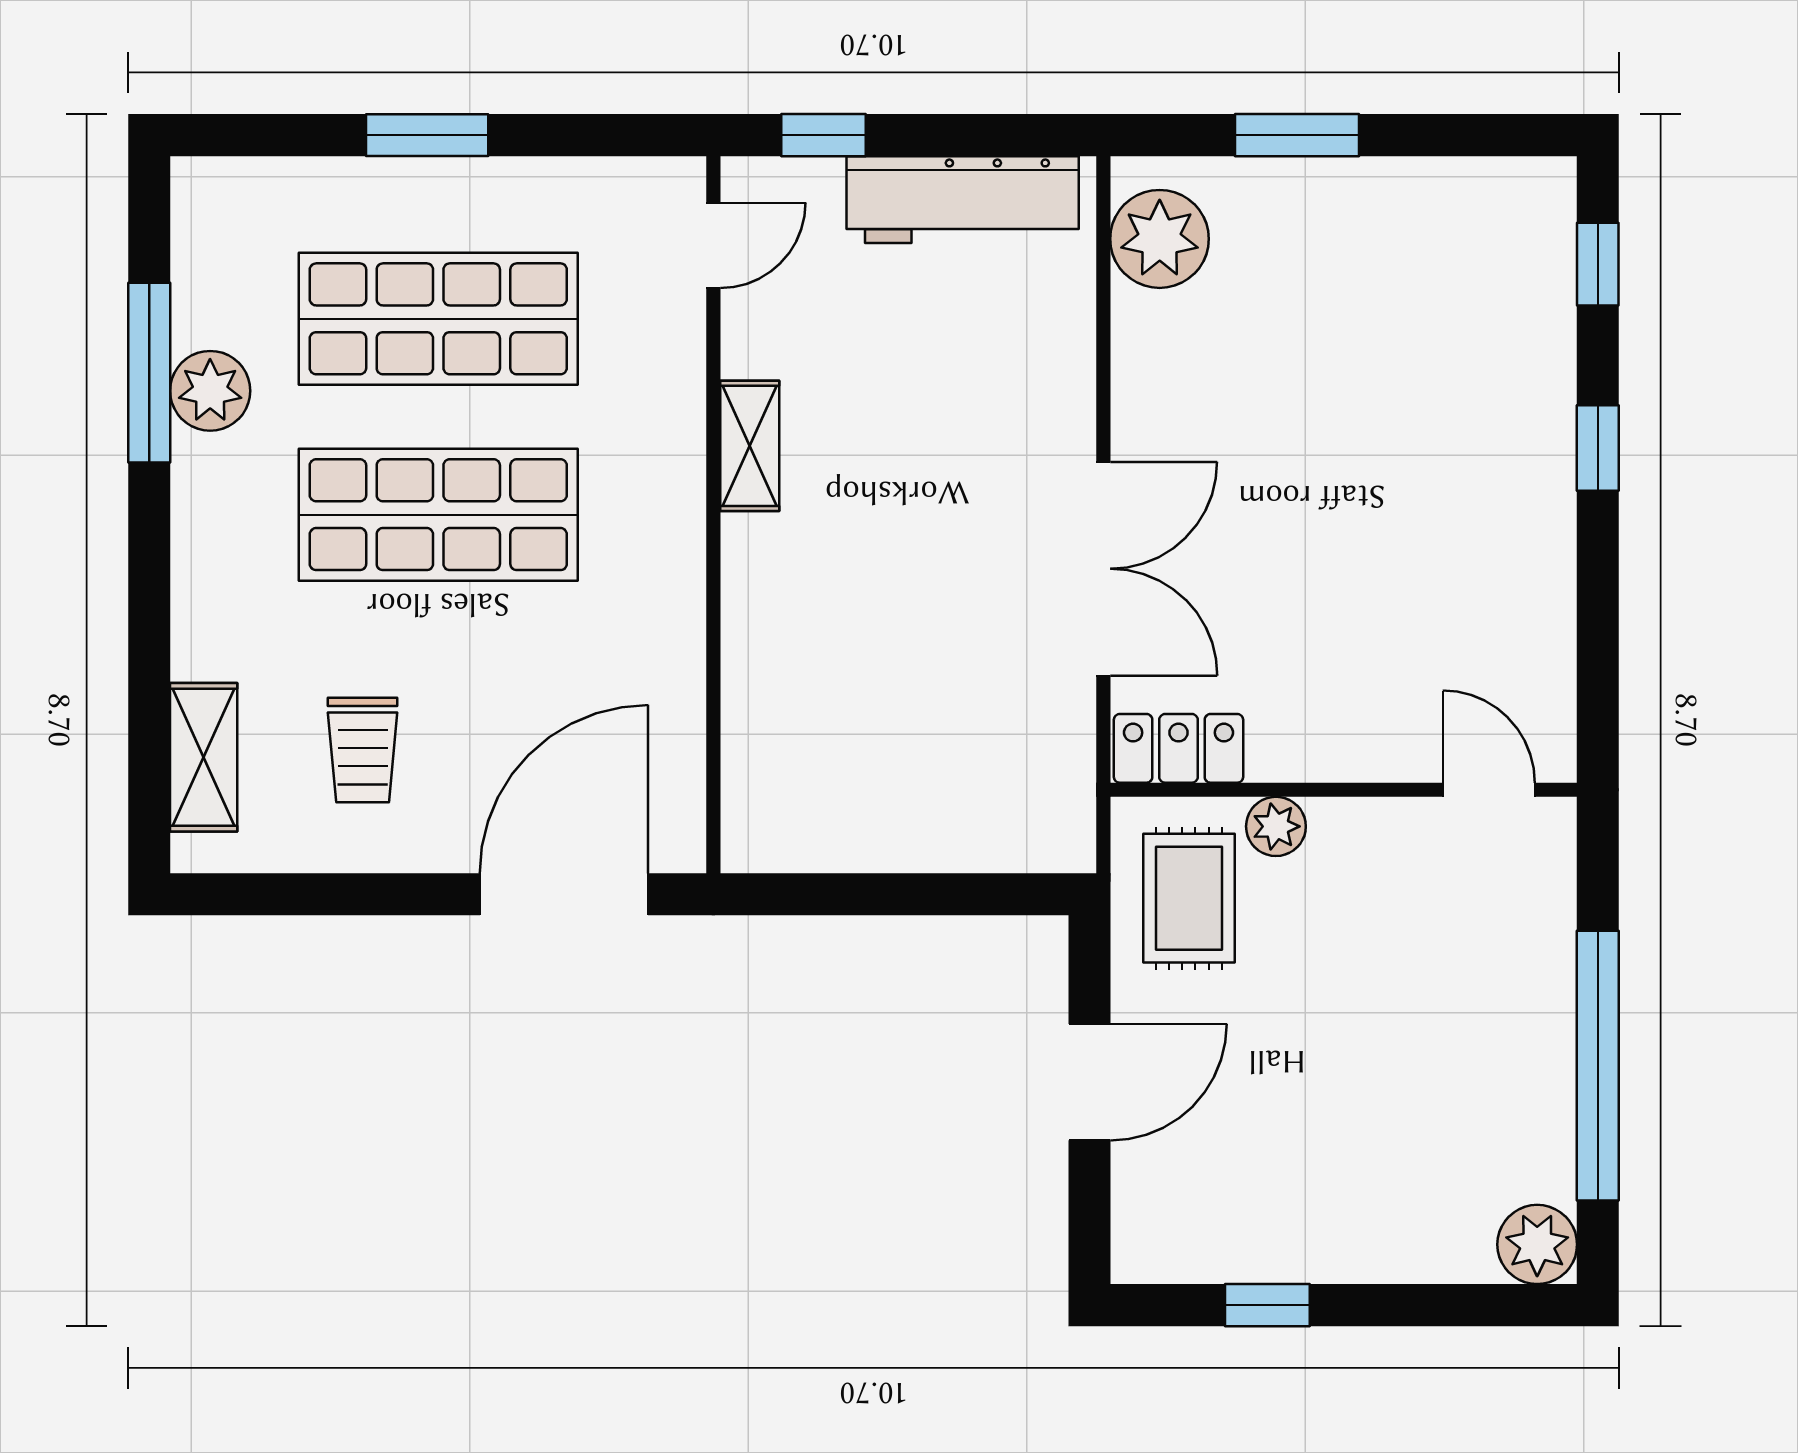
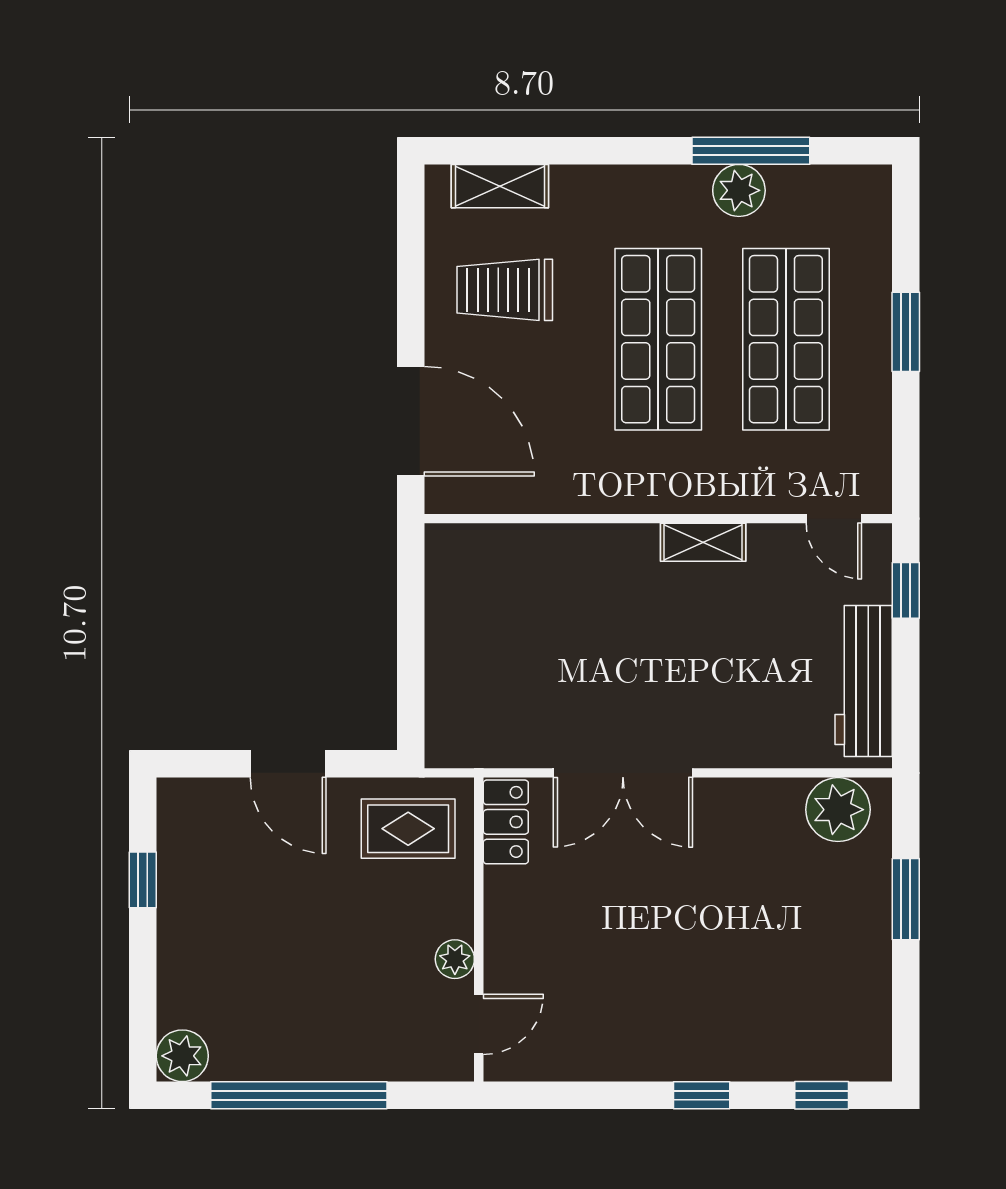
trolley: (363, 750) -> (505, 290), width x1.36, depth x1.39
plant: (1276, 826) -> (455, 959), moved

